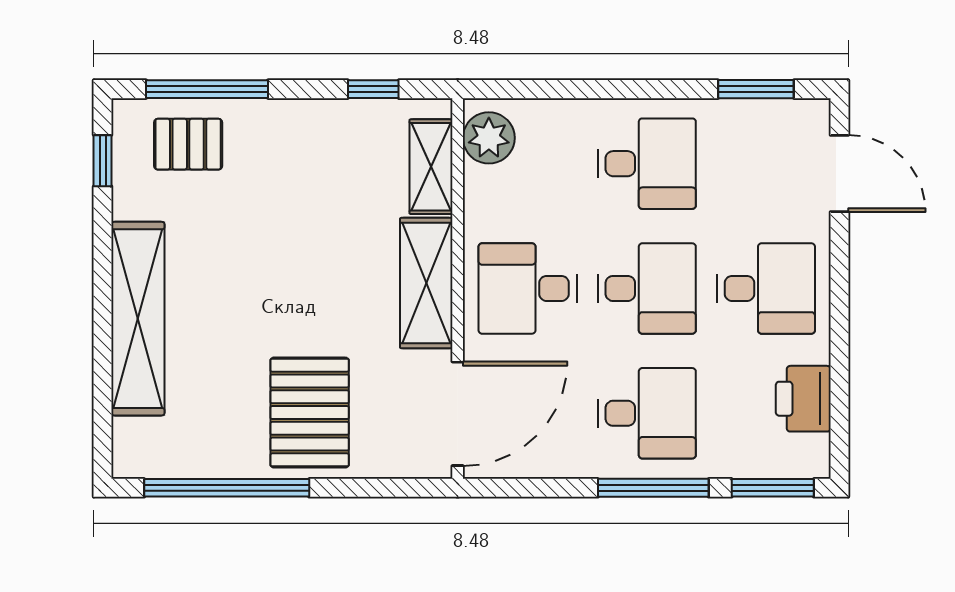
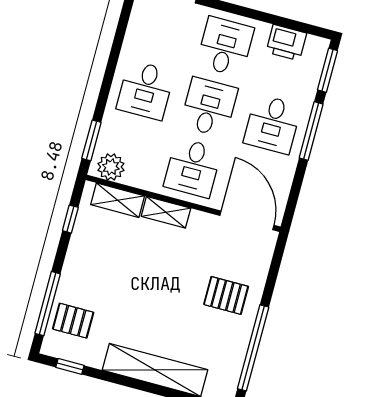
window: (756, 89) -> (91, 140), moved
pallet: (188, 144) -> (73, 321), turned 90
desk: (647, 164) -> (145, 90), turned 180
shelving: (426, 283) -> (166, 212), width x0.67, depth x0.75
pallet: (310, 413) -> (226, 295), width x0.67, depth x0.71
desk: (647, 413) -> (272, 124), turned 180

